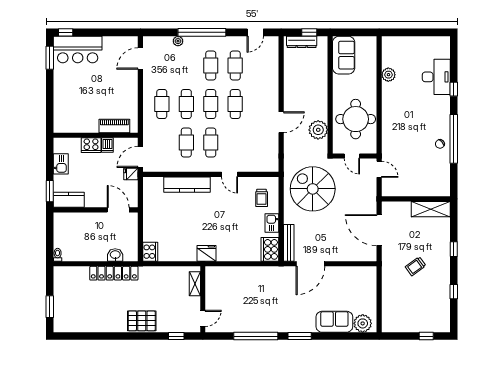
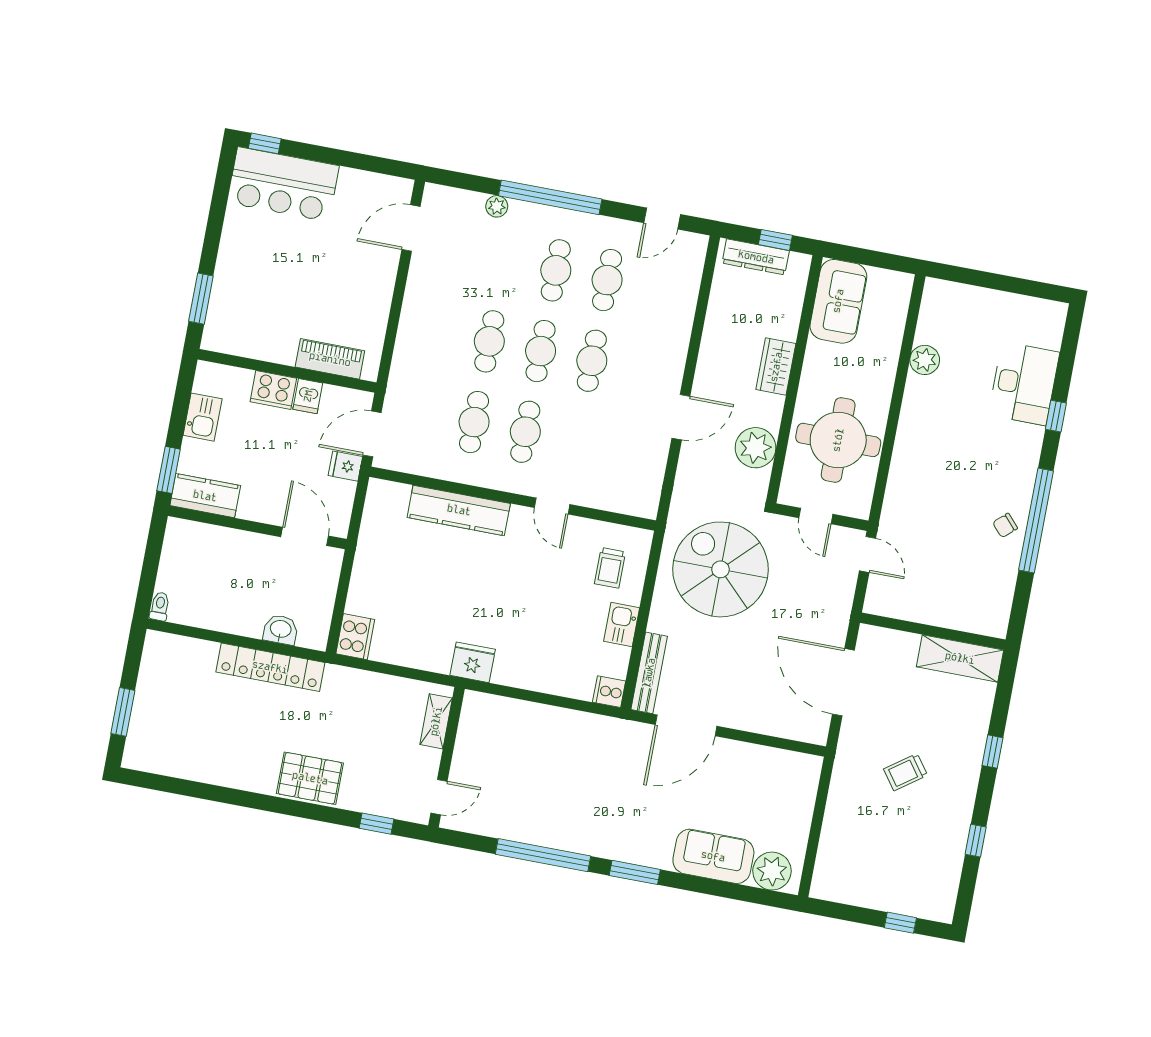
window: (50, 58) -> (201, 299), moved
wardrobe: (321, 91) -> (776, 367), added
cafe table: (162, 104) -> (438, 332), removed
cooker: (270, 249) -> (609, 692), width x0.53, depth x0.76

